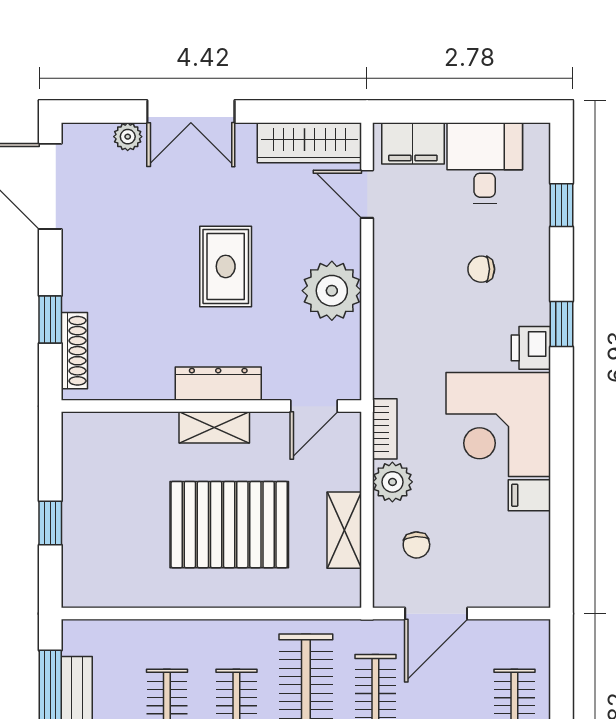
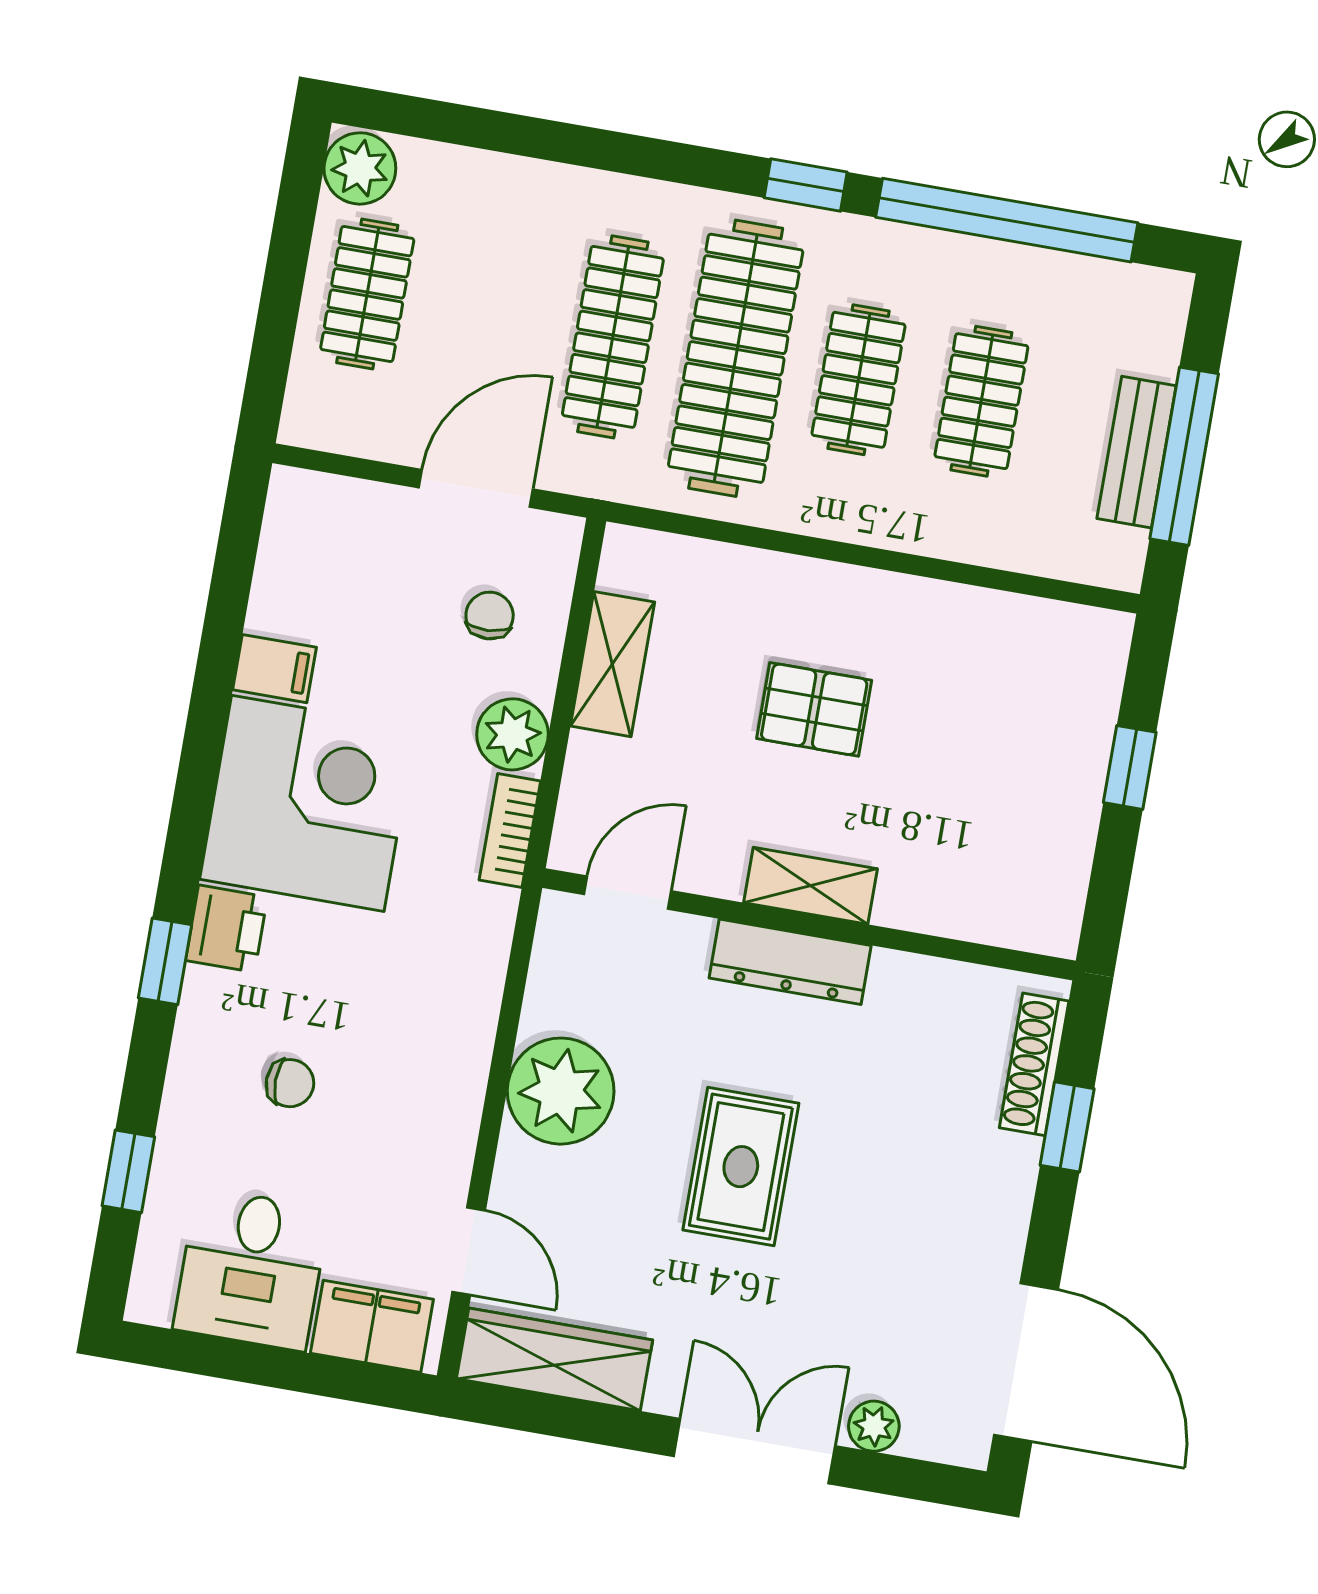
pallet: (229, 525) -> (814, 709), width x0.49, depth x0.50

